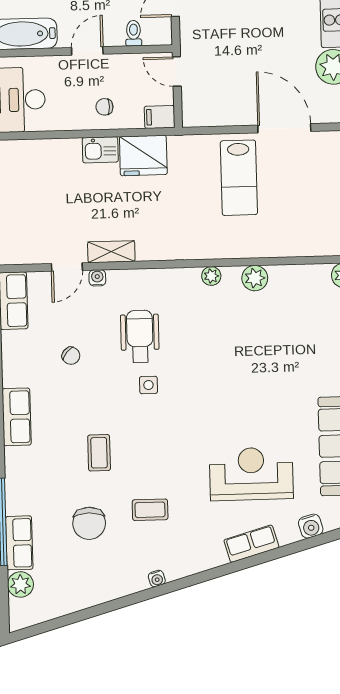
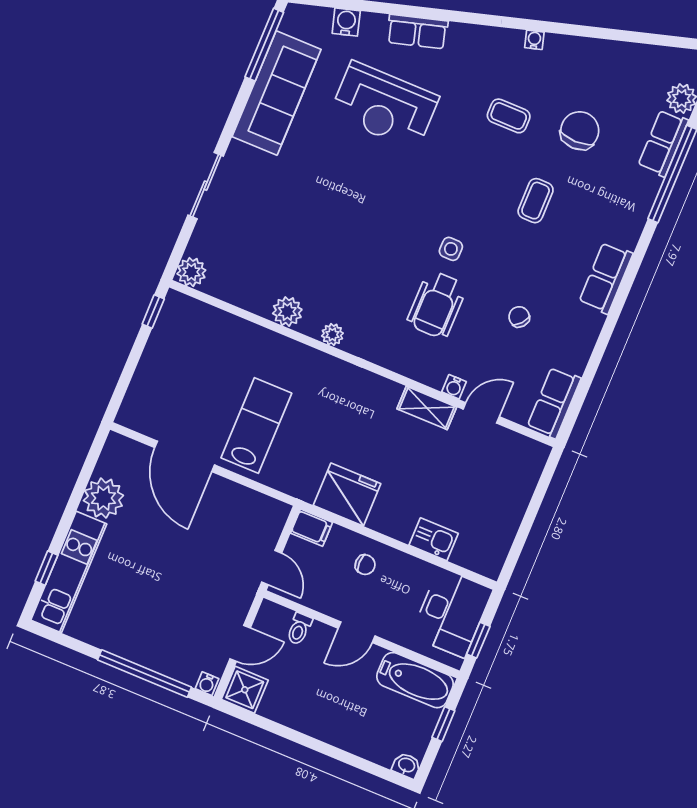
kitchen sink: (100, 150) -> (434, 539), moved

